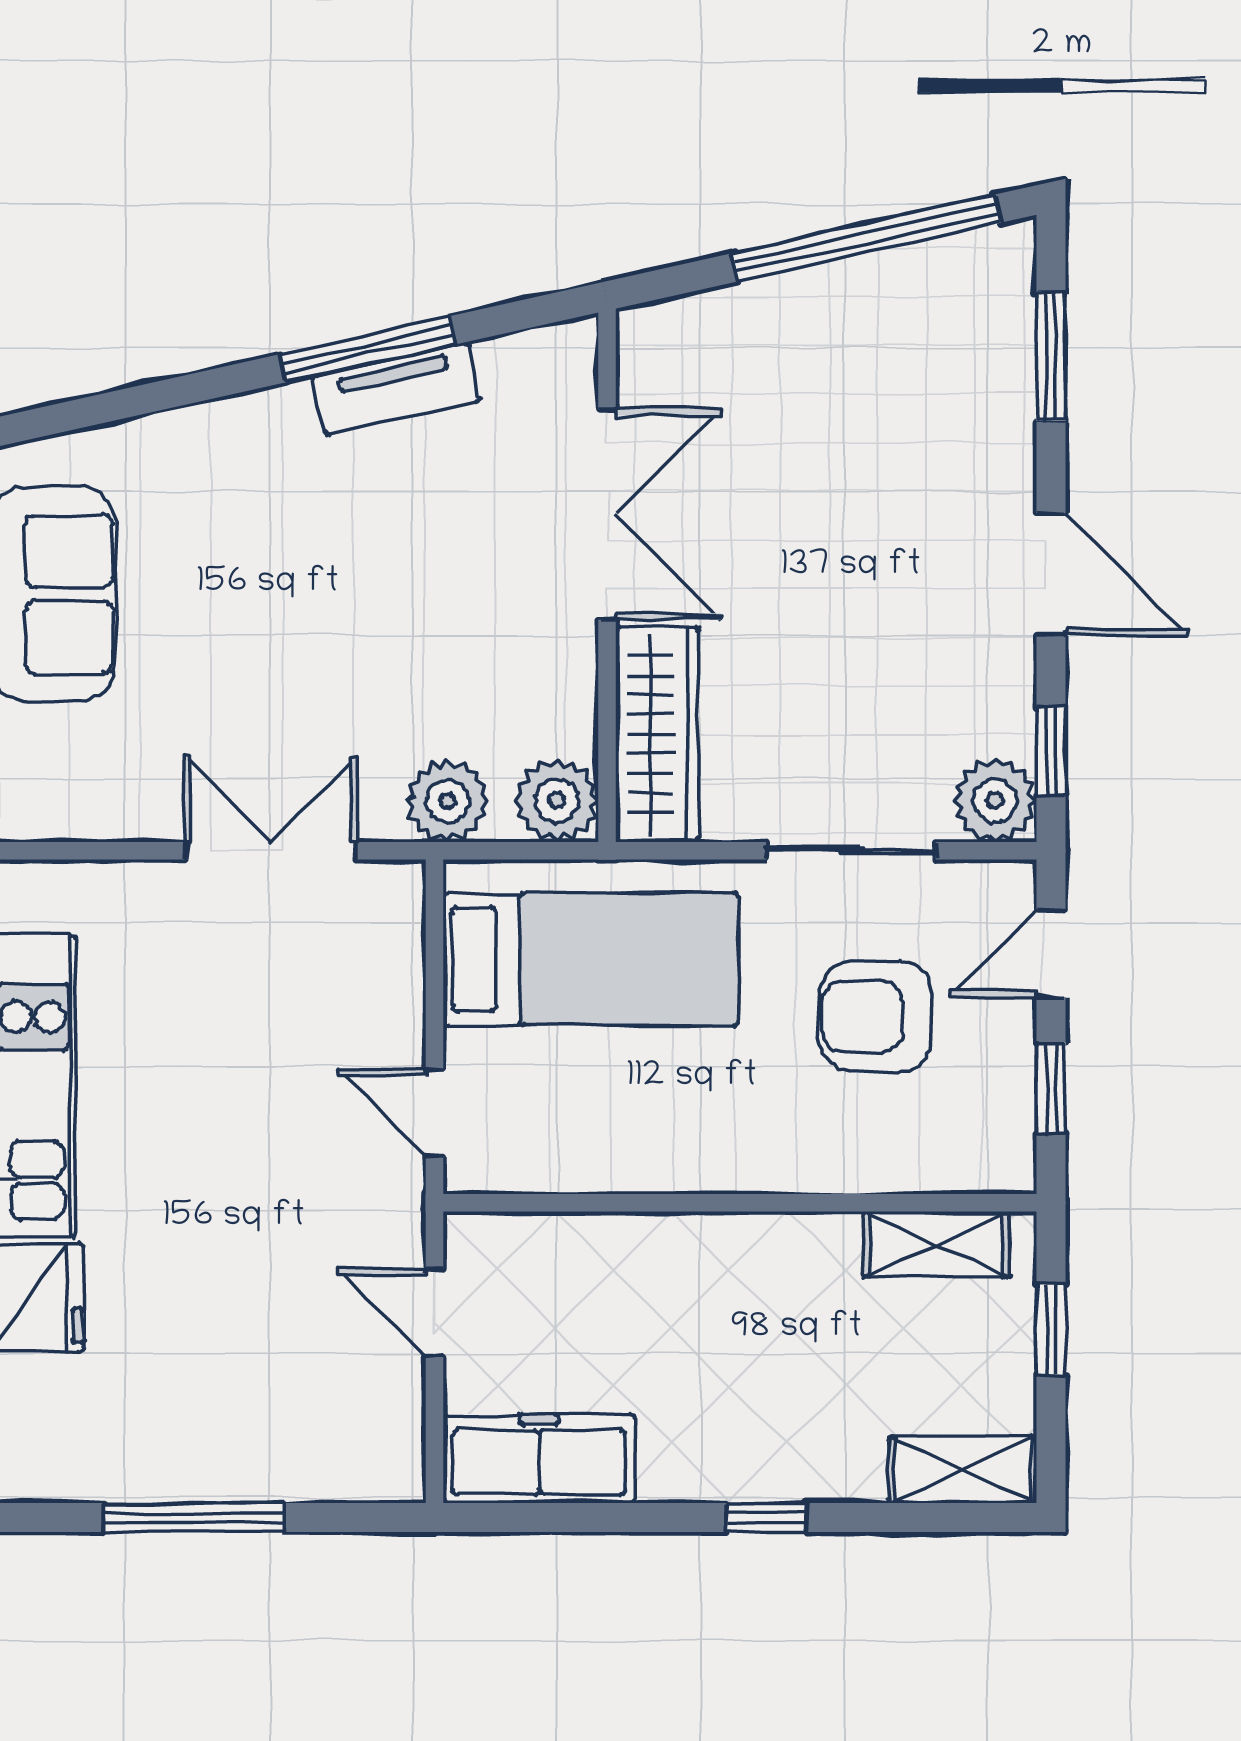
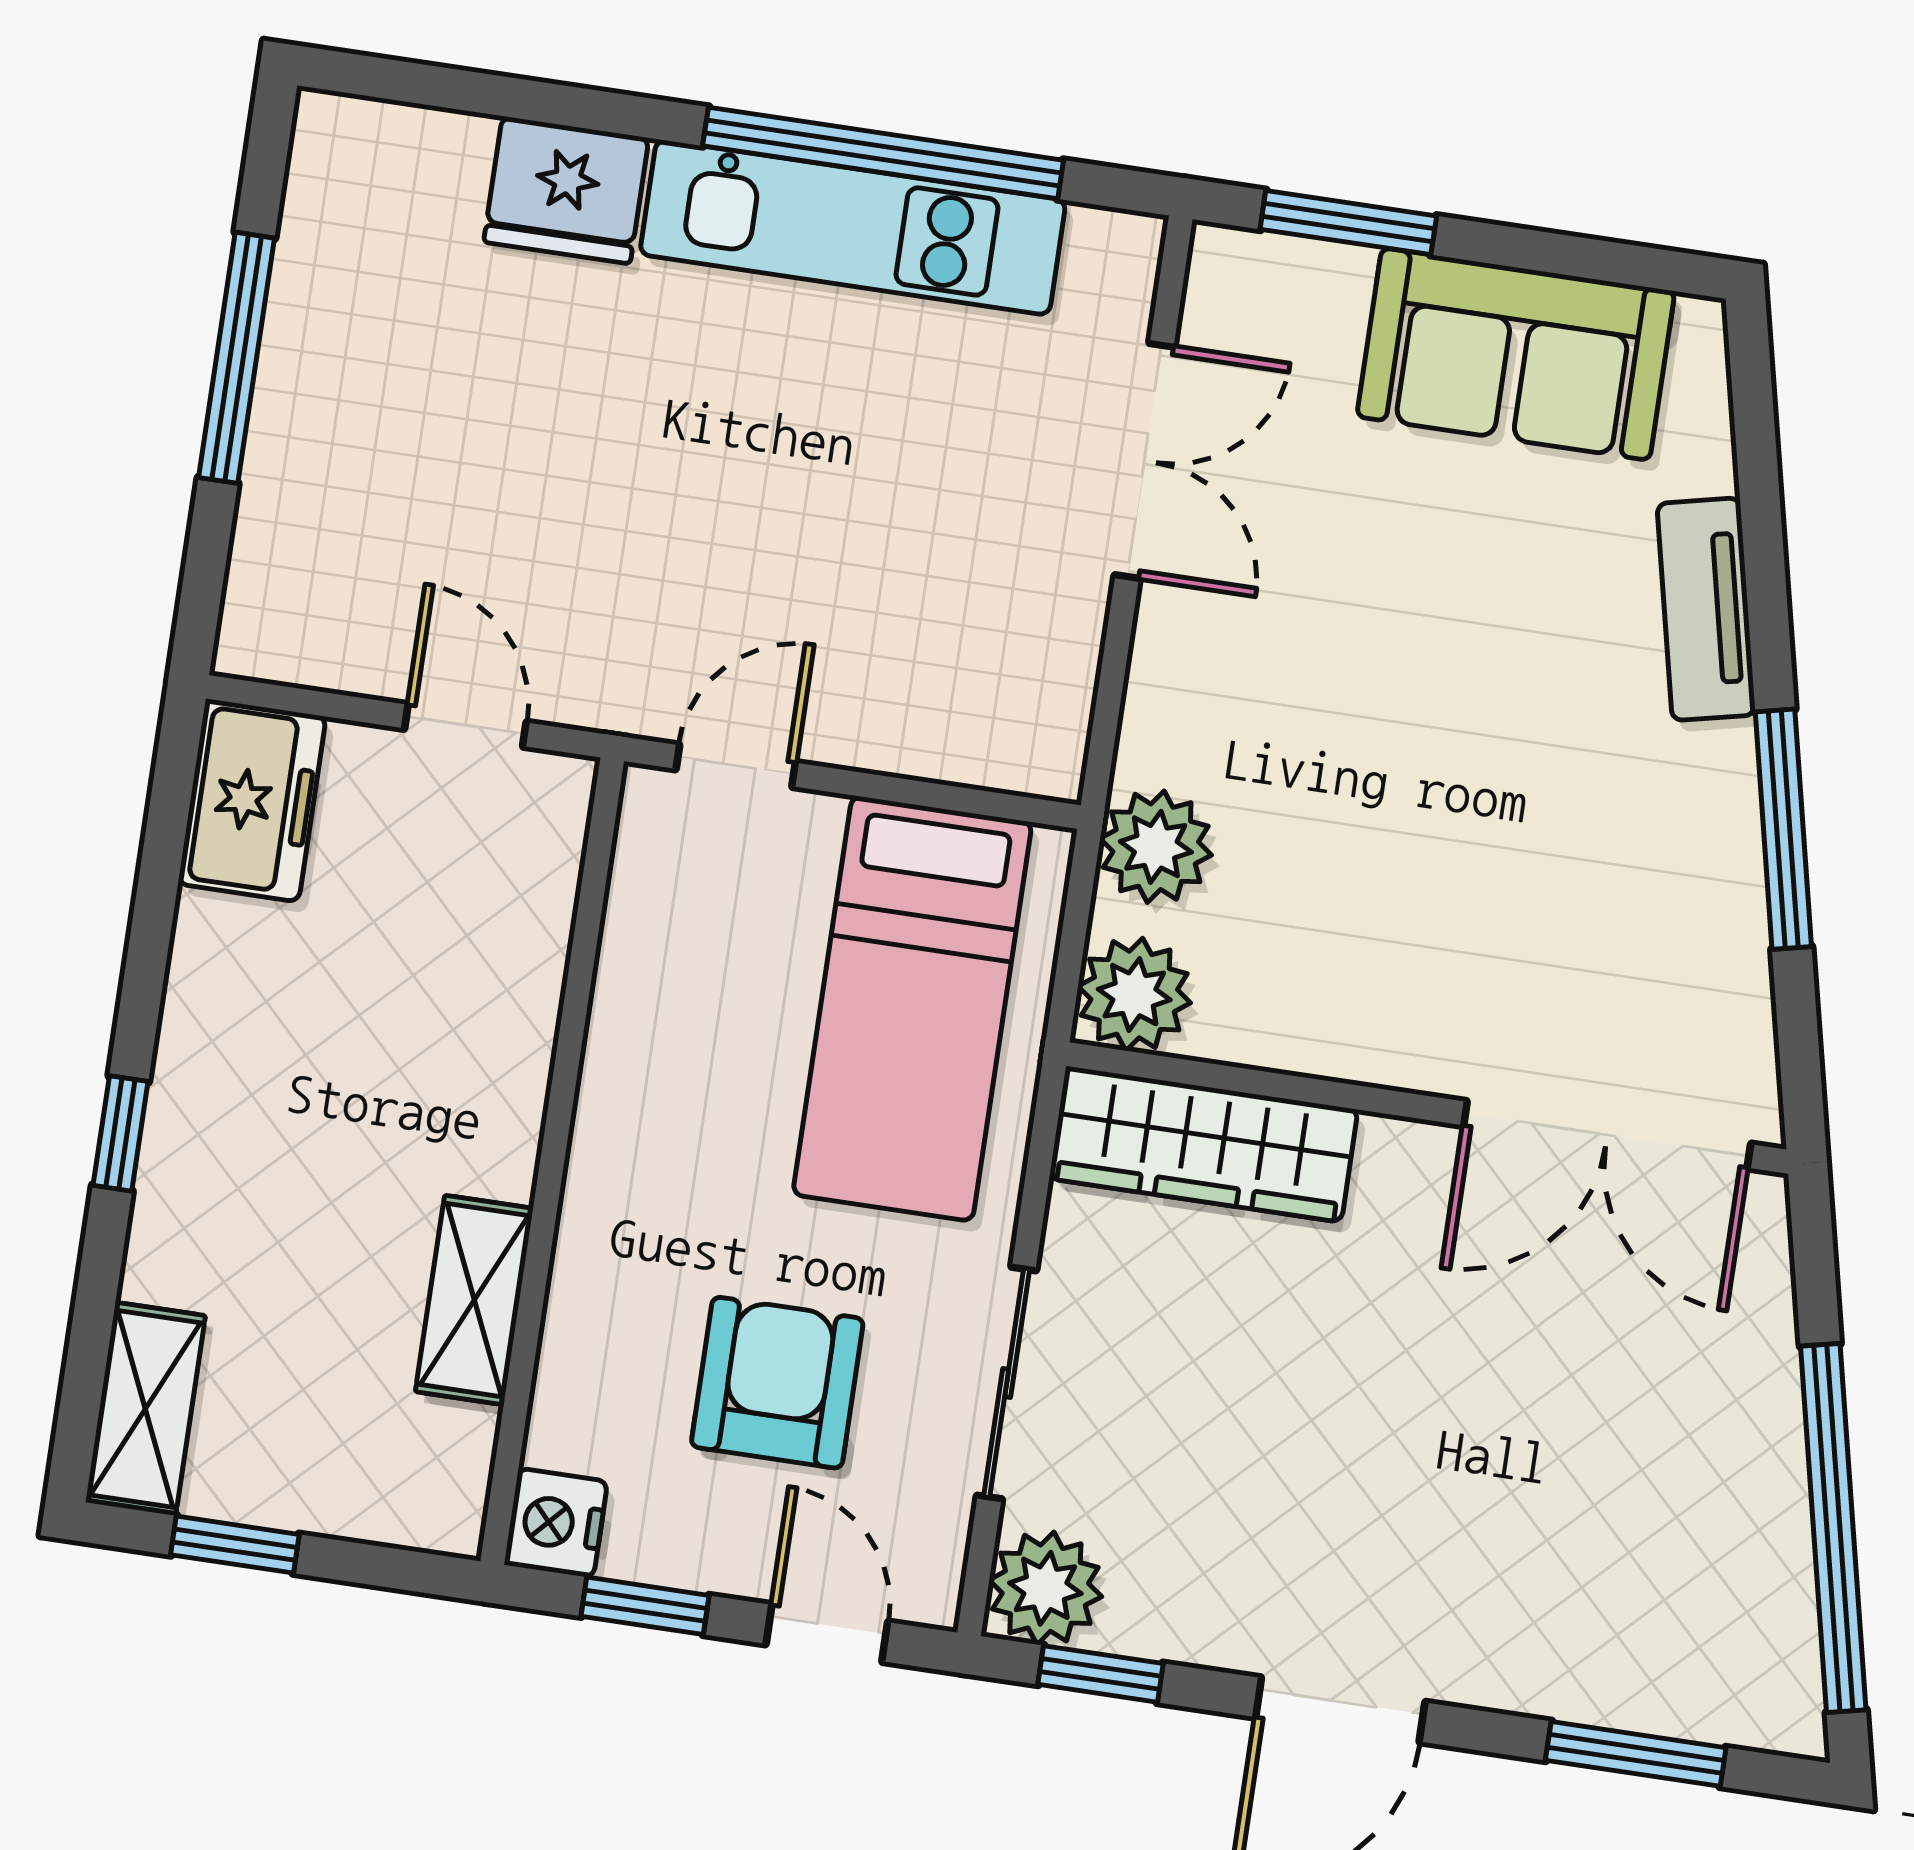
tv unit: (396, 389) -> (1706, 609), moved
double door: (607, 514) -> (1607, 1135), moved
double door: (271, 851) -> (1144, 461), moved
nightstand: (1001, 1161) -> (556, 1523), added
shelving: (937, 1244) -> (474, 1300), moved
door: (434, 1313) -> (465, 725), hinge flipped
window: (1051, 1329) -> (235, 1545), moved
freezer: (539, 1459) -> (252, 800), width x0.71

